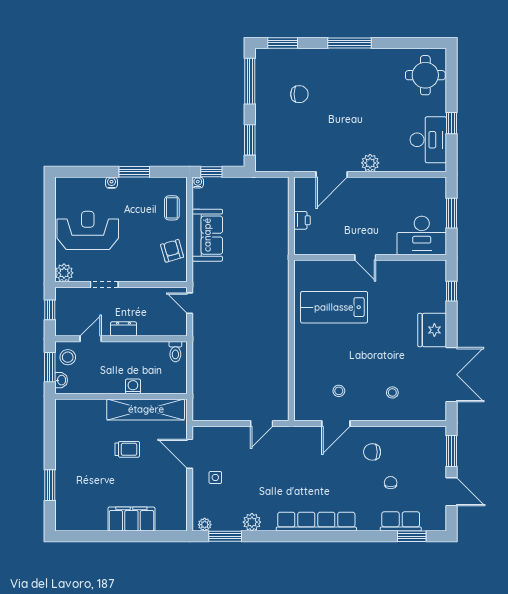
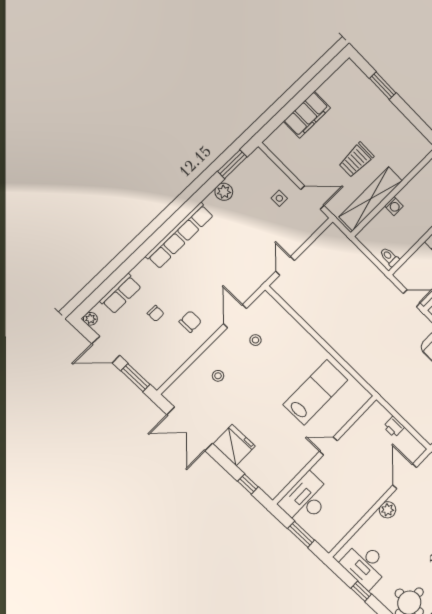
trolley: (127, 449) -> (356, 160), width x1.36, depth x1.39
plant: (205, 525) -> (90, 319), moved
window: (412, 536) -> (102, 291), removed

